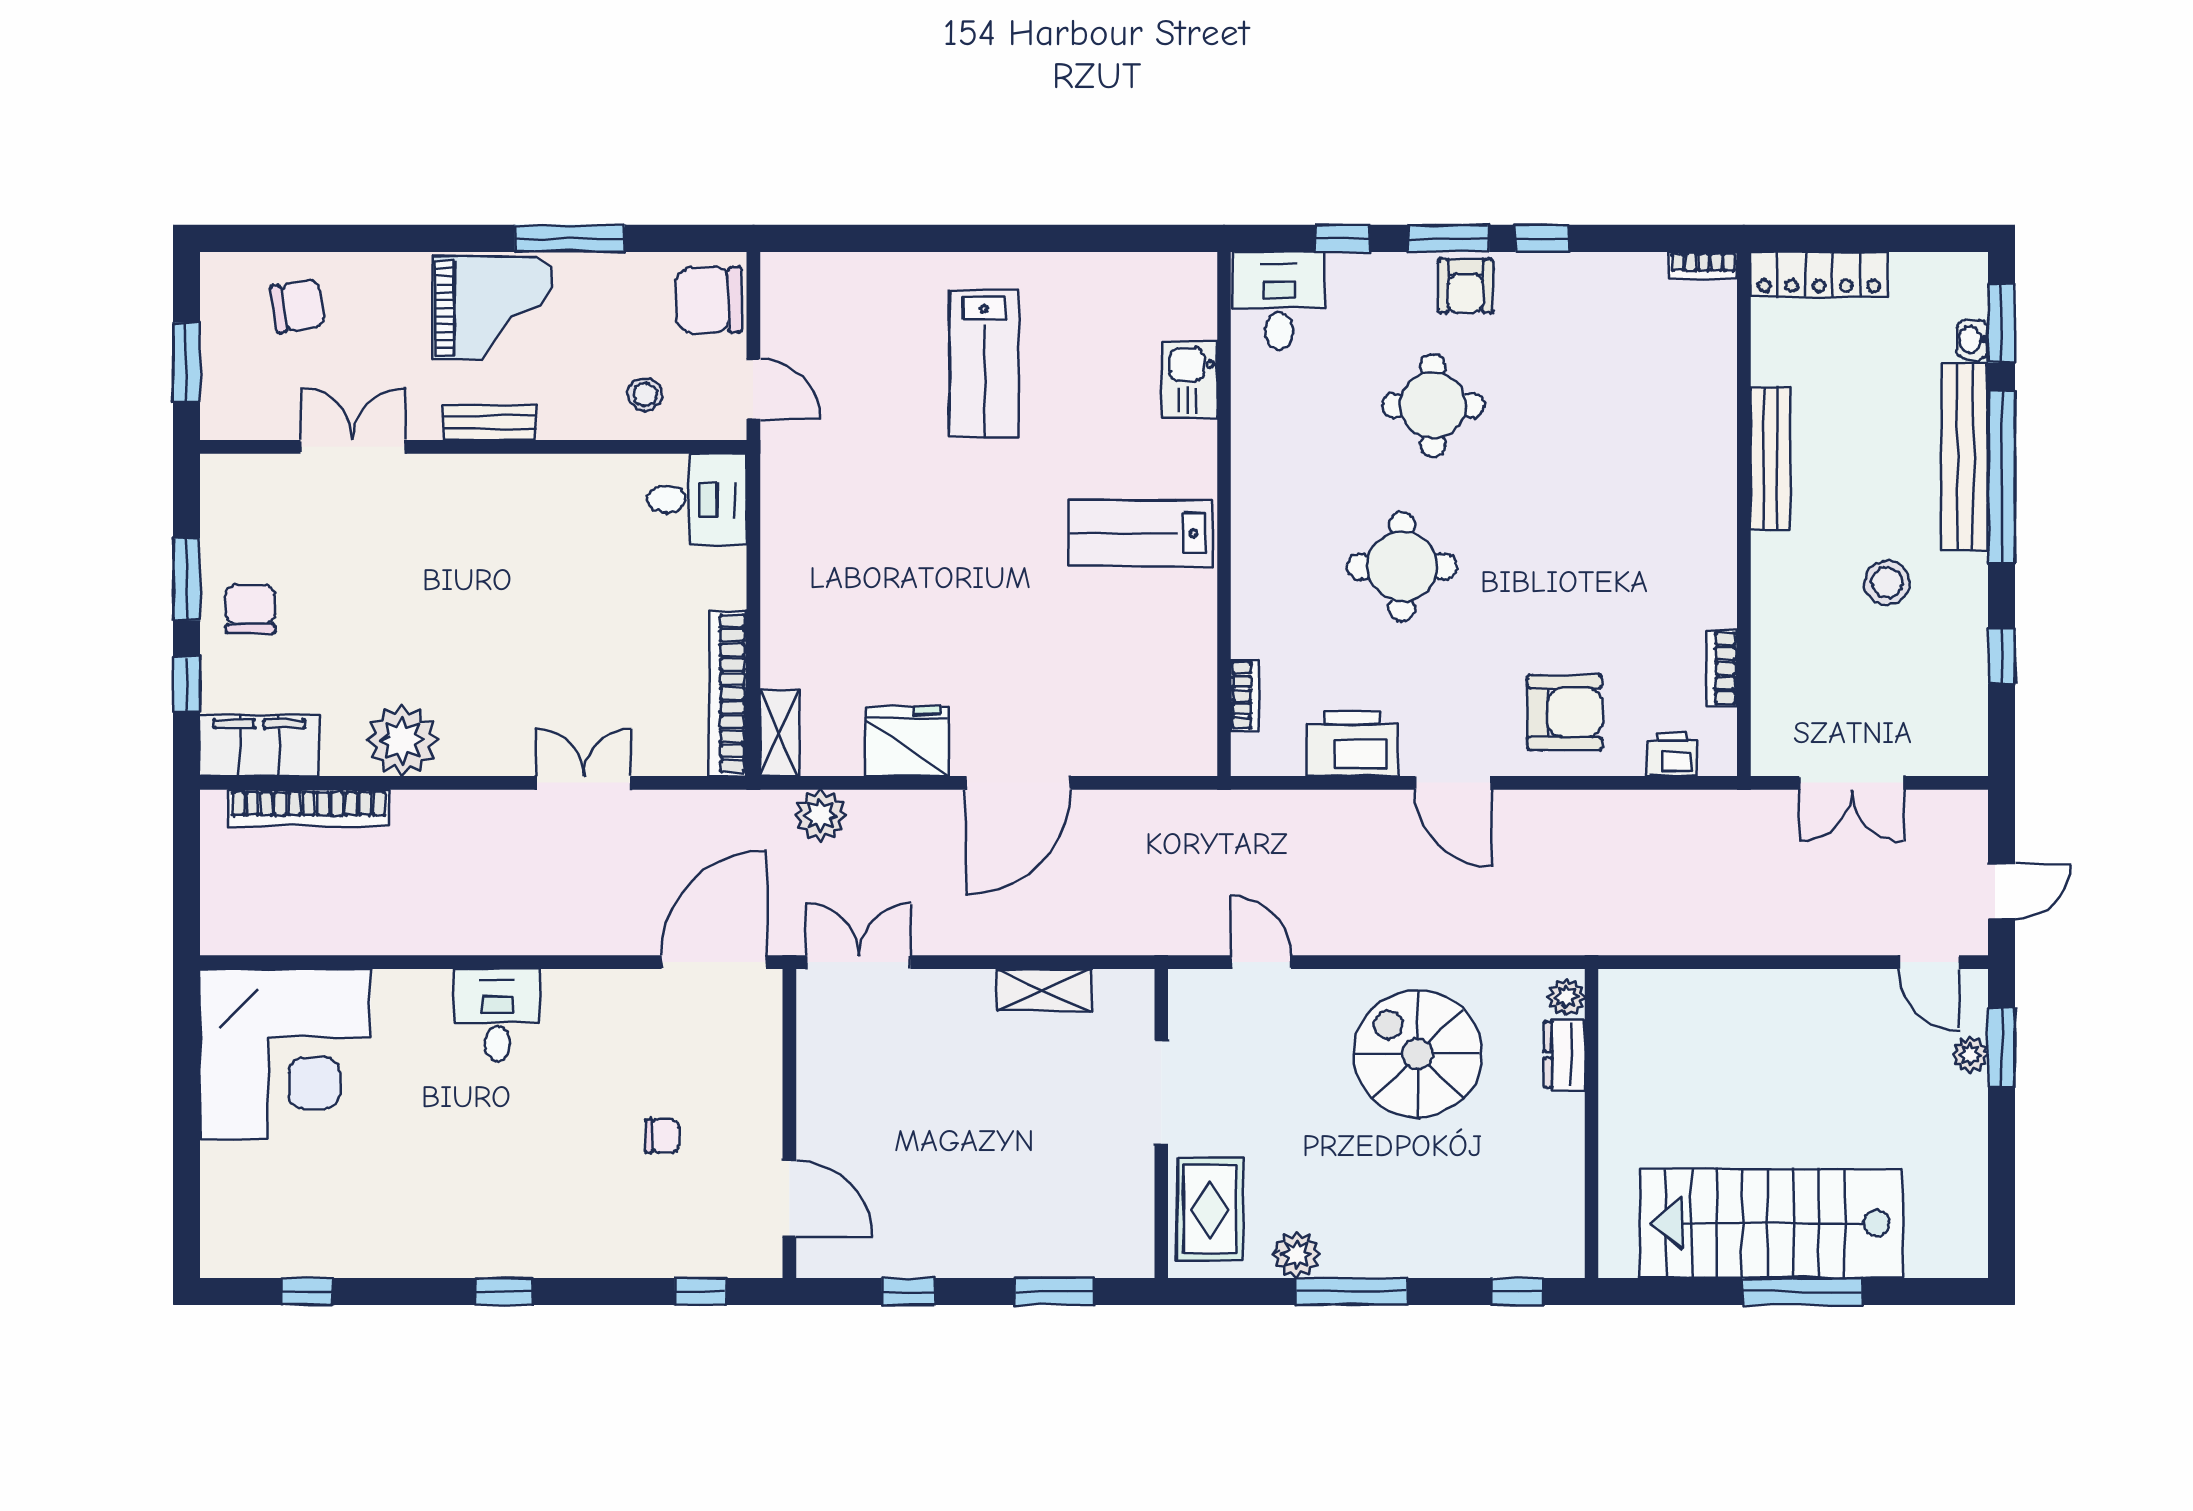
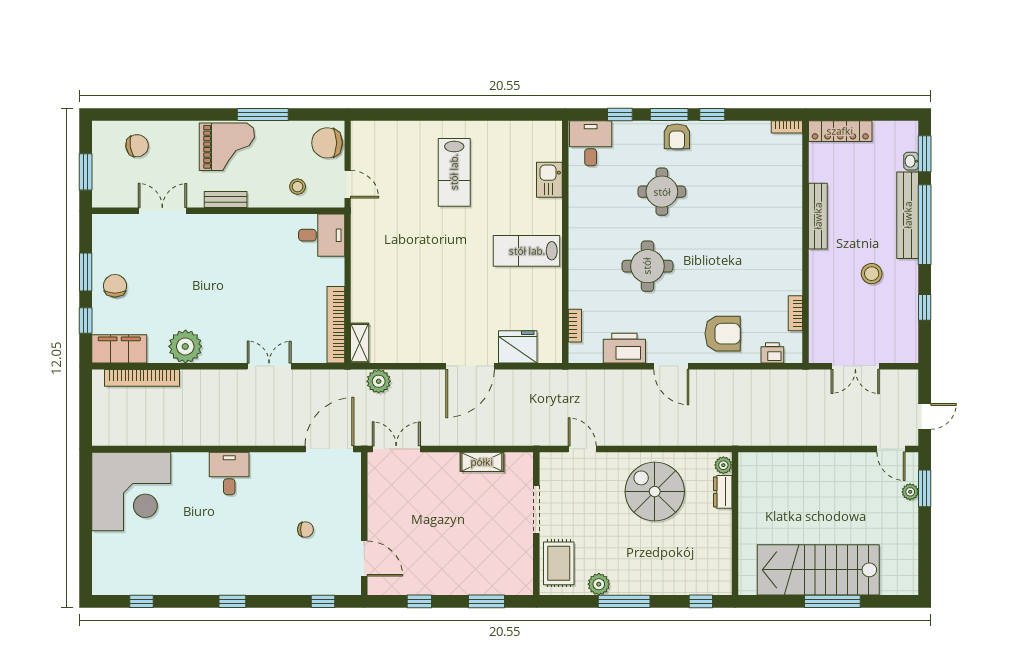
fridge: (907, 741) -> (518, 347), moved

